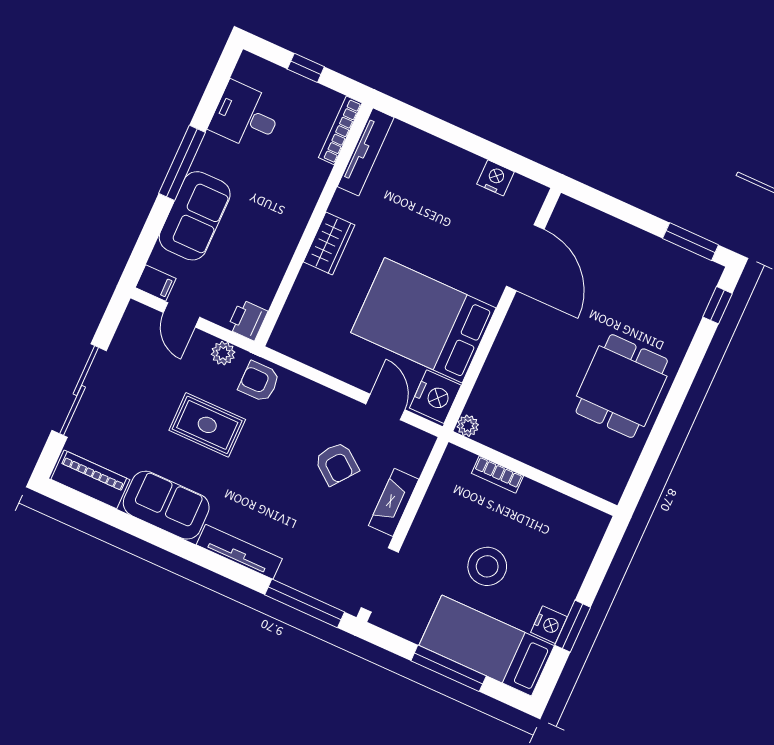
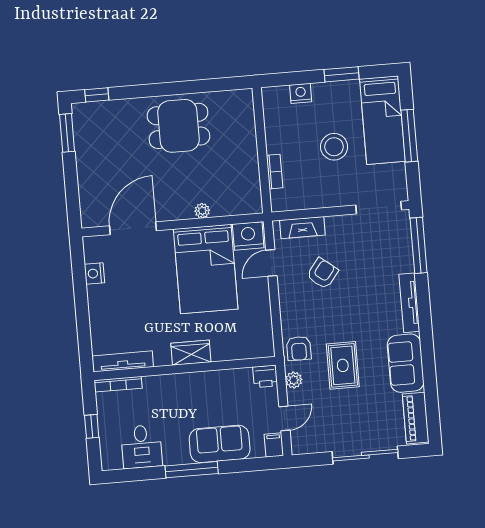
plant: (468, 426) -> (202, 211), moved
fireplace: (394, 502) -> (302, 228), moved
nightstand: (549, 625) -> (301, 93), moved

